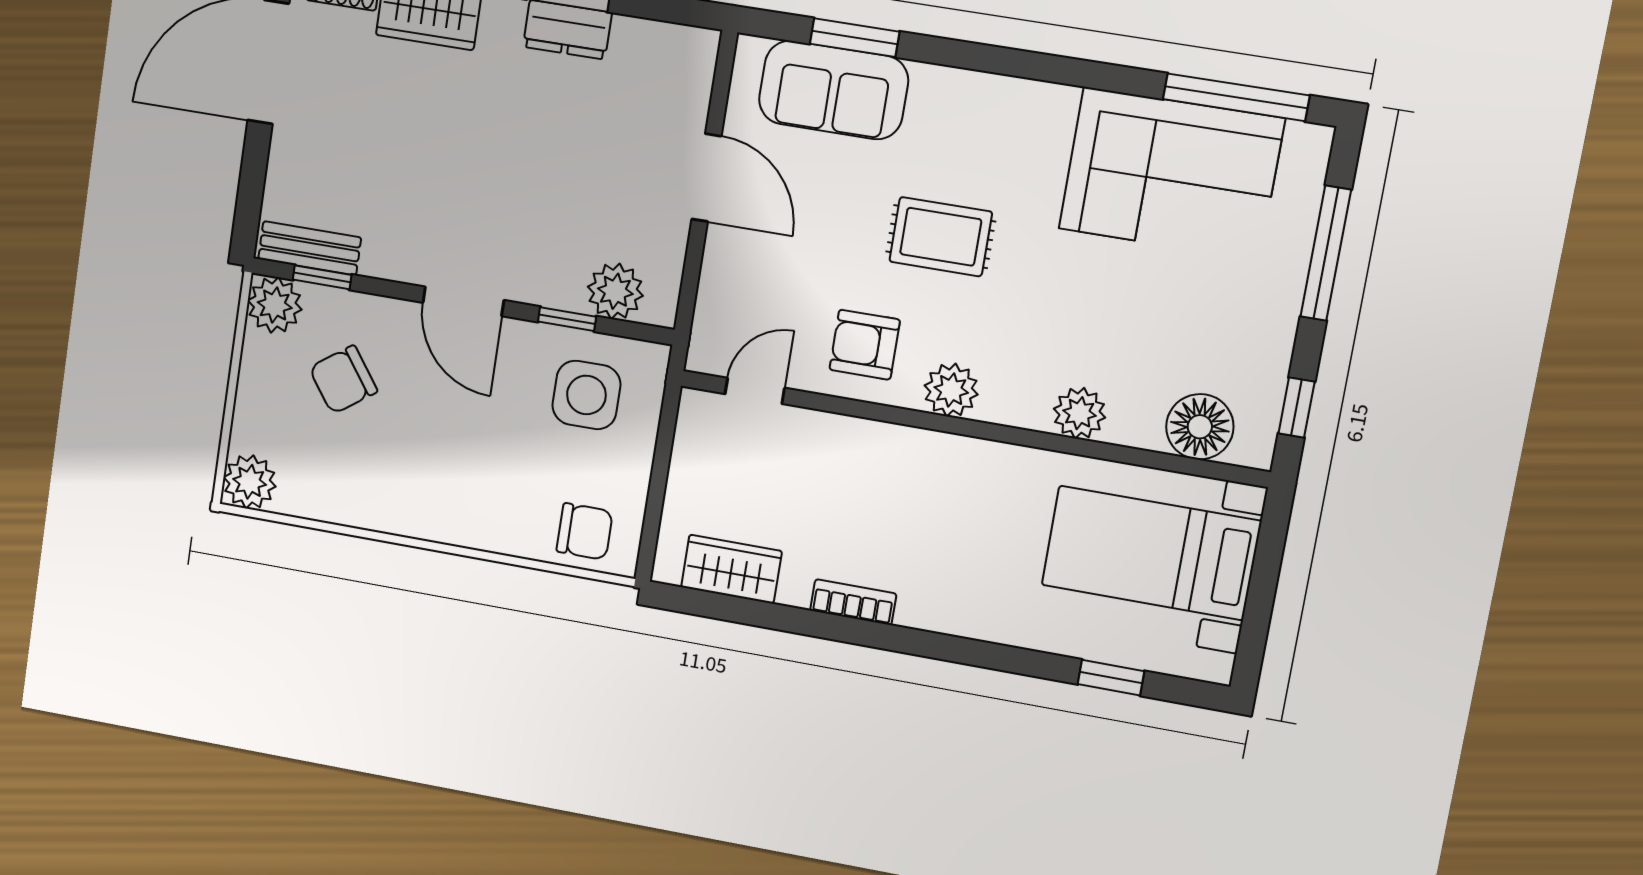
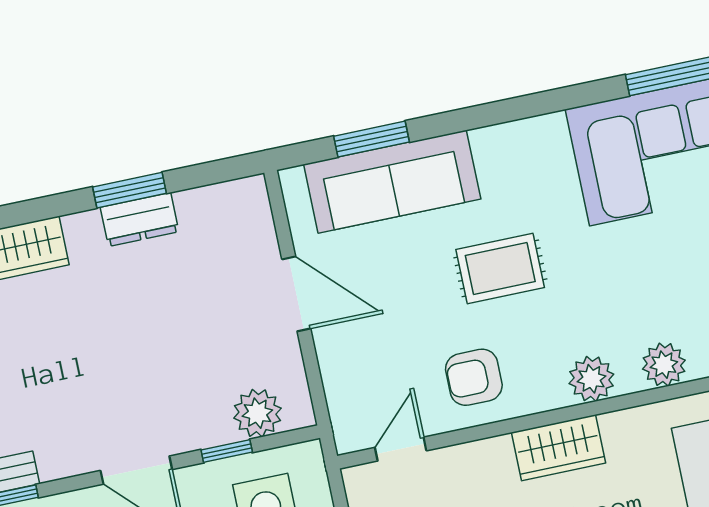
sofa: (833, 90) -> (392, 182), width x1.36
plant: (951, 390) -> (591, 379), moved
wardrobe: (927, 458) -> (559, 448), added

